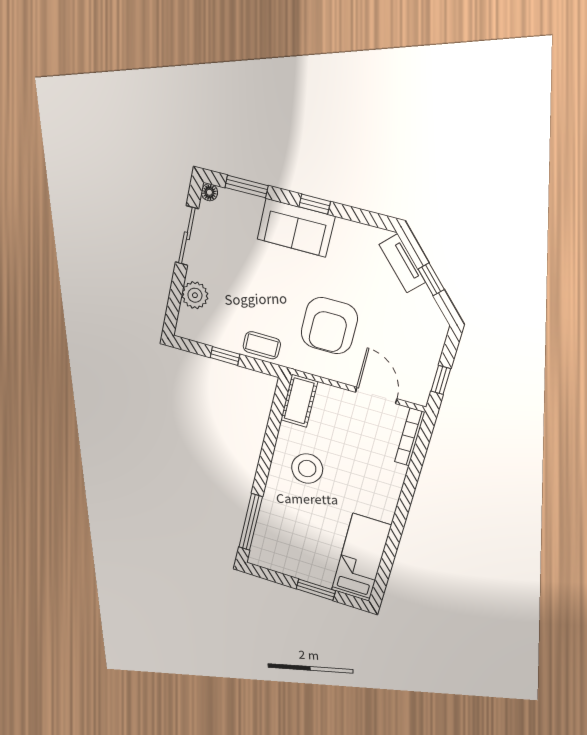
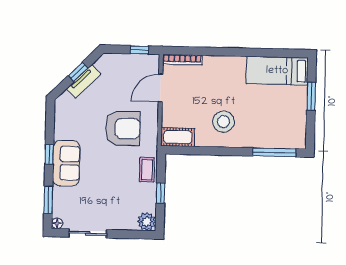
tv unit: (402, 263) -> (84, 81), moved
plant: (195, 295) -> (147, 222), moved

